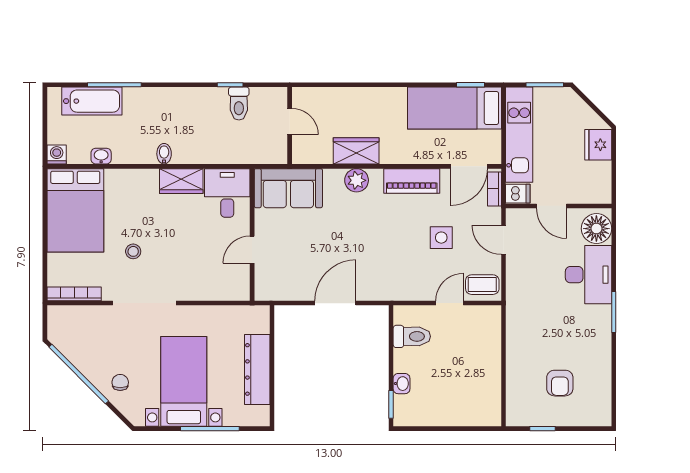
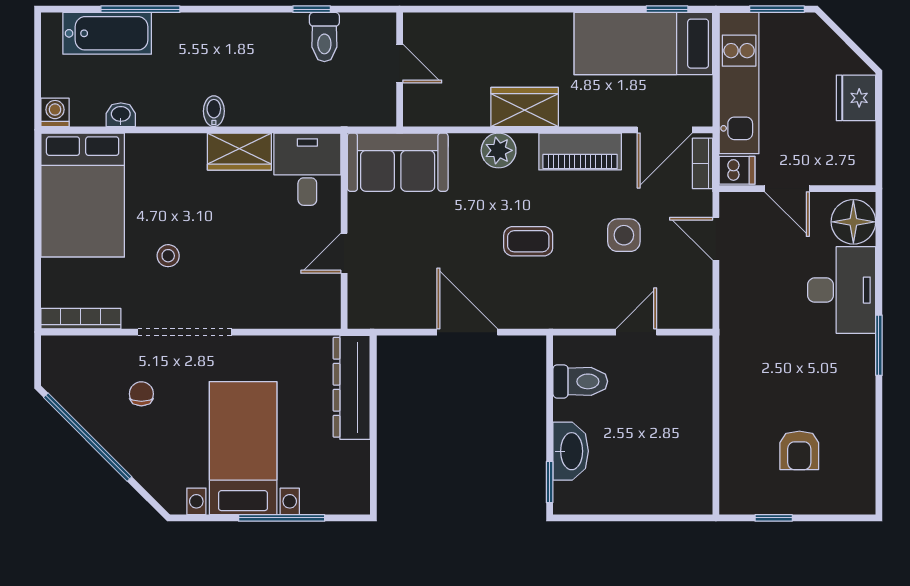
wardrobe: (356, 151) -> (525, 107), moved
coffee table: (482, 285) -> (528, 241), moved
door: (335, 303) -> (467, 332), hinge flipped
dresser: (257, 369) -> (352, 387), moved
chair: (120, 382) -> (141, 394), moved
washbasin: (402, 384) -> (571, 451), width x1.91, depth x1.45

